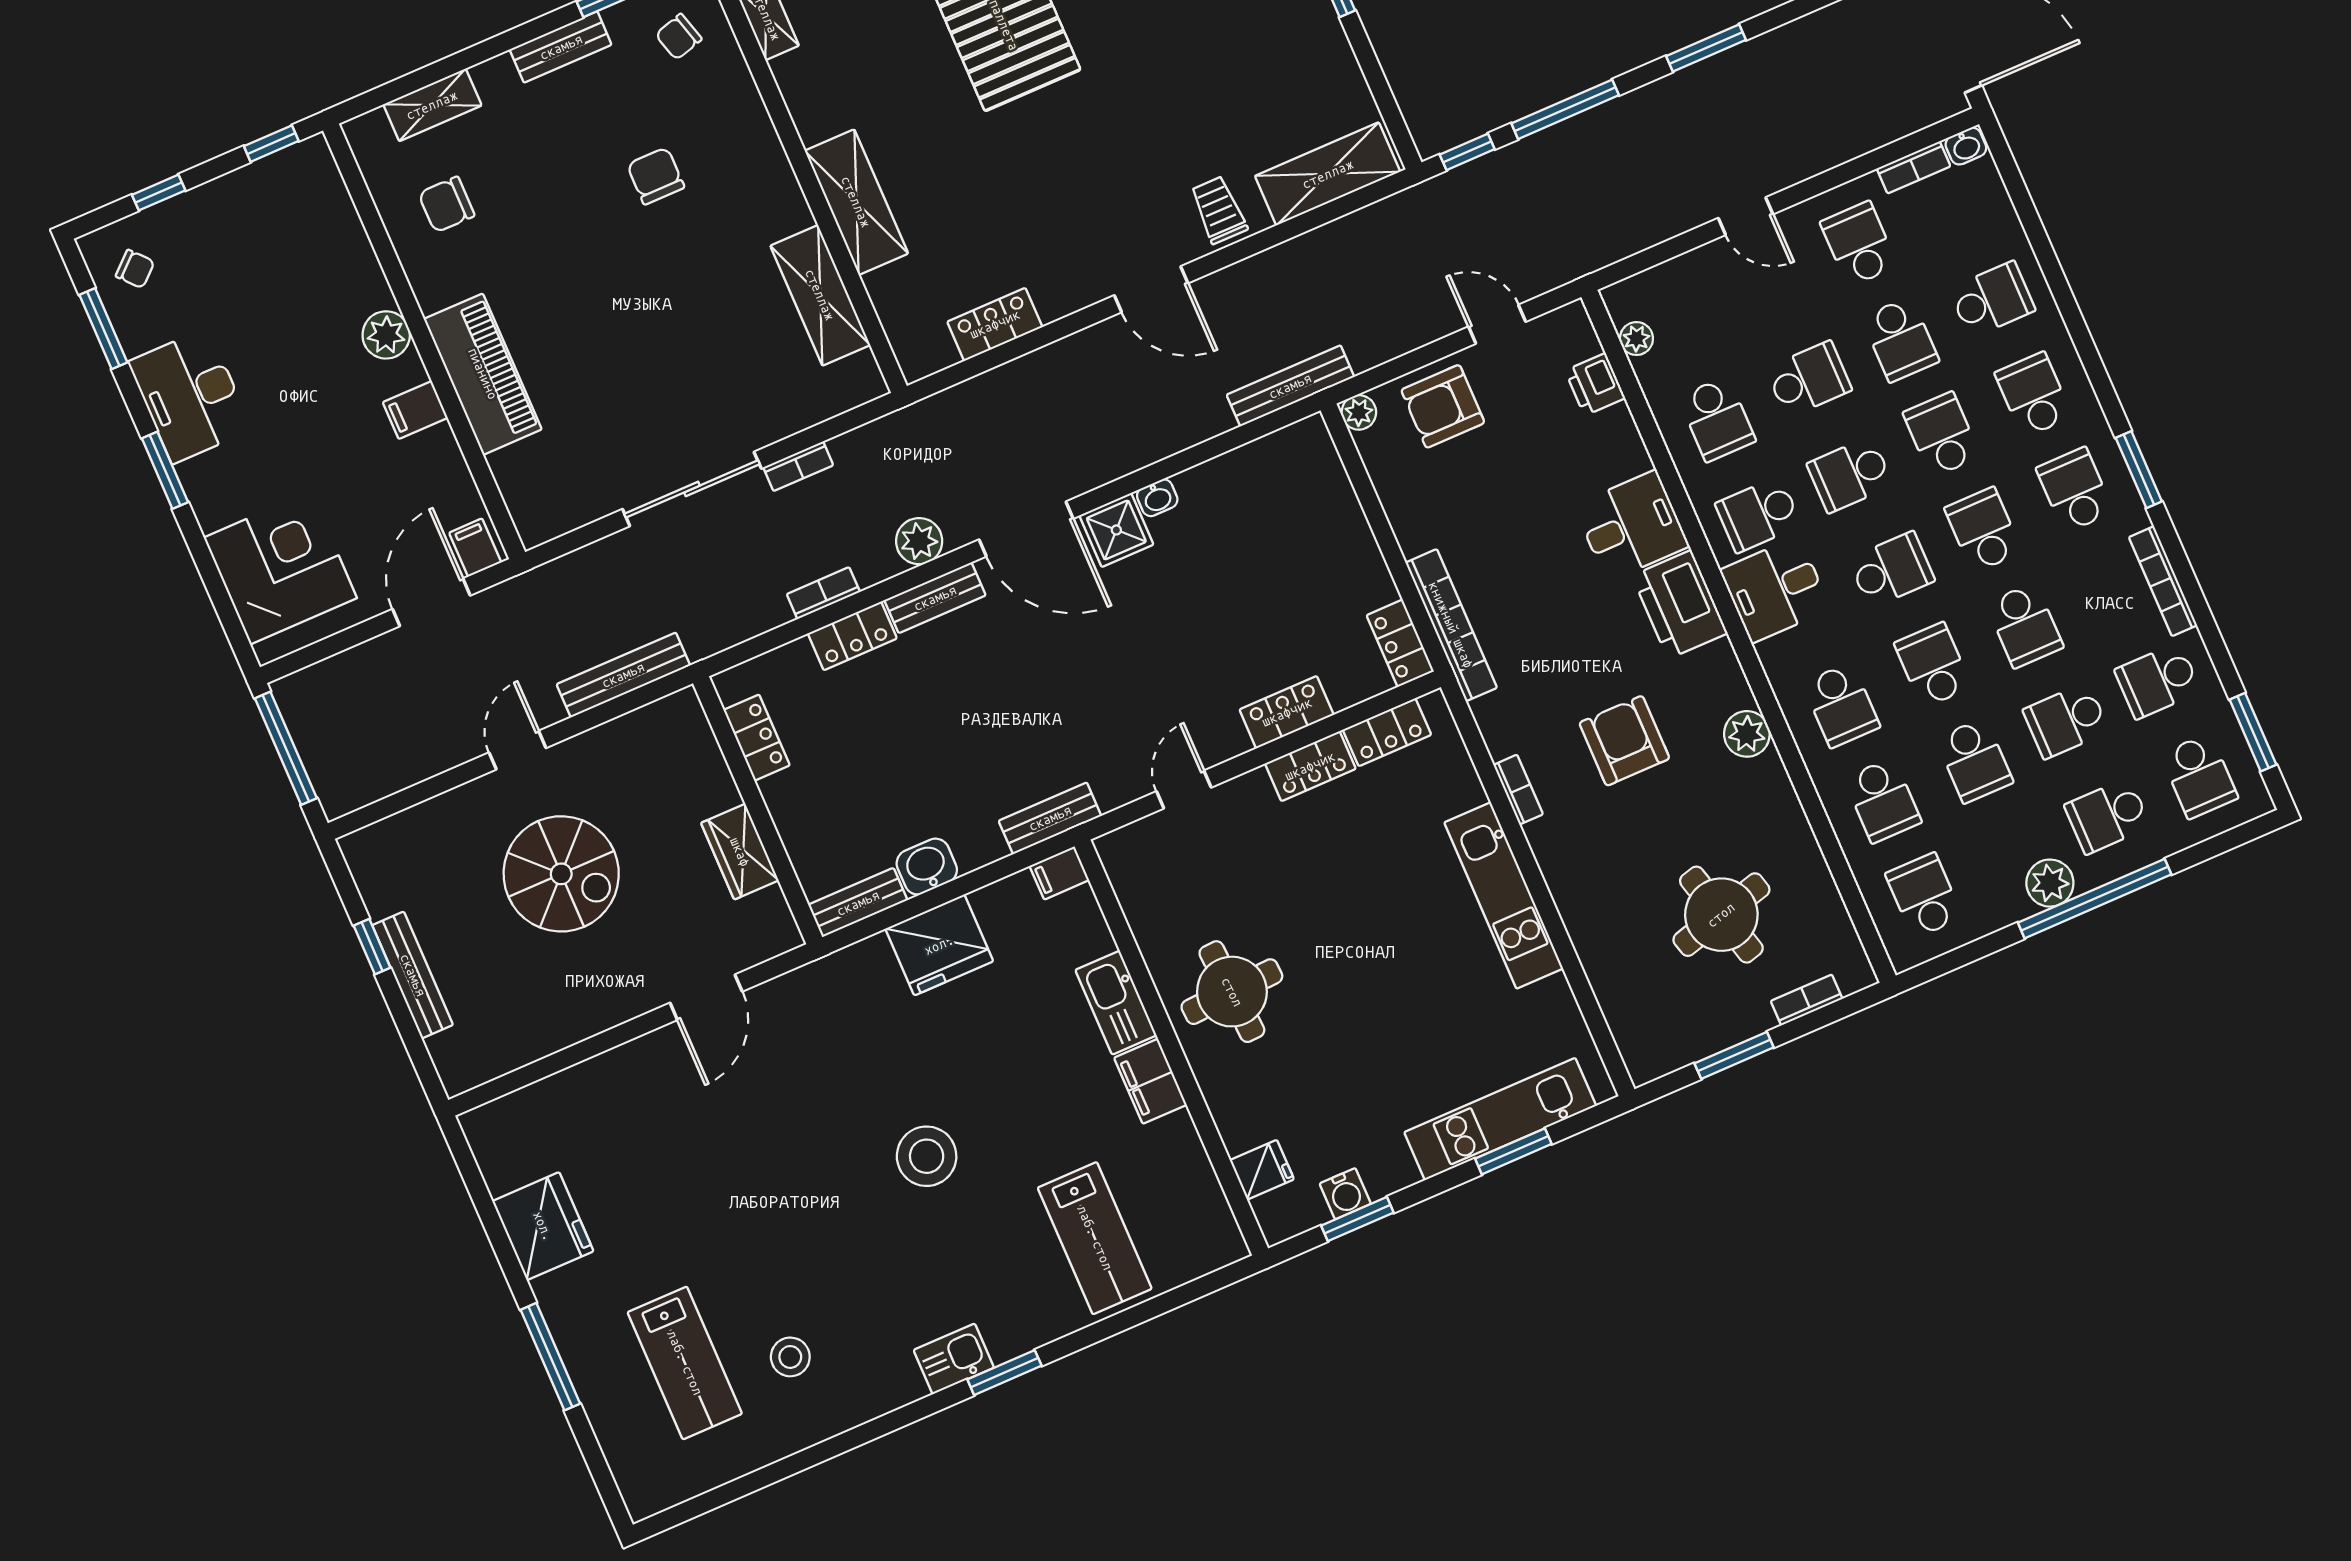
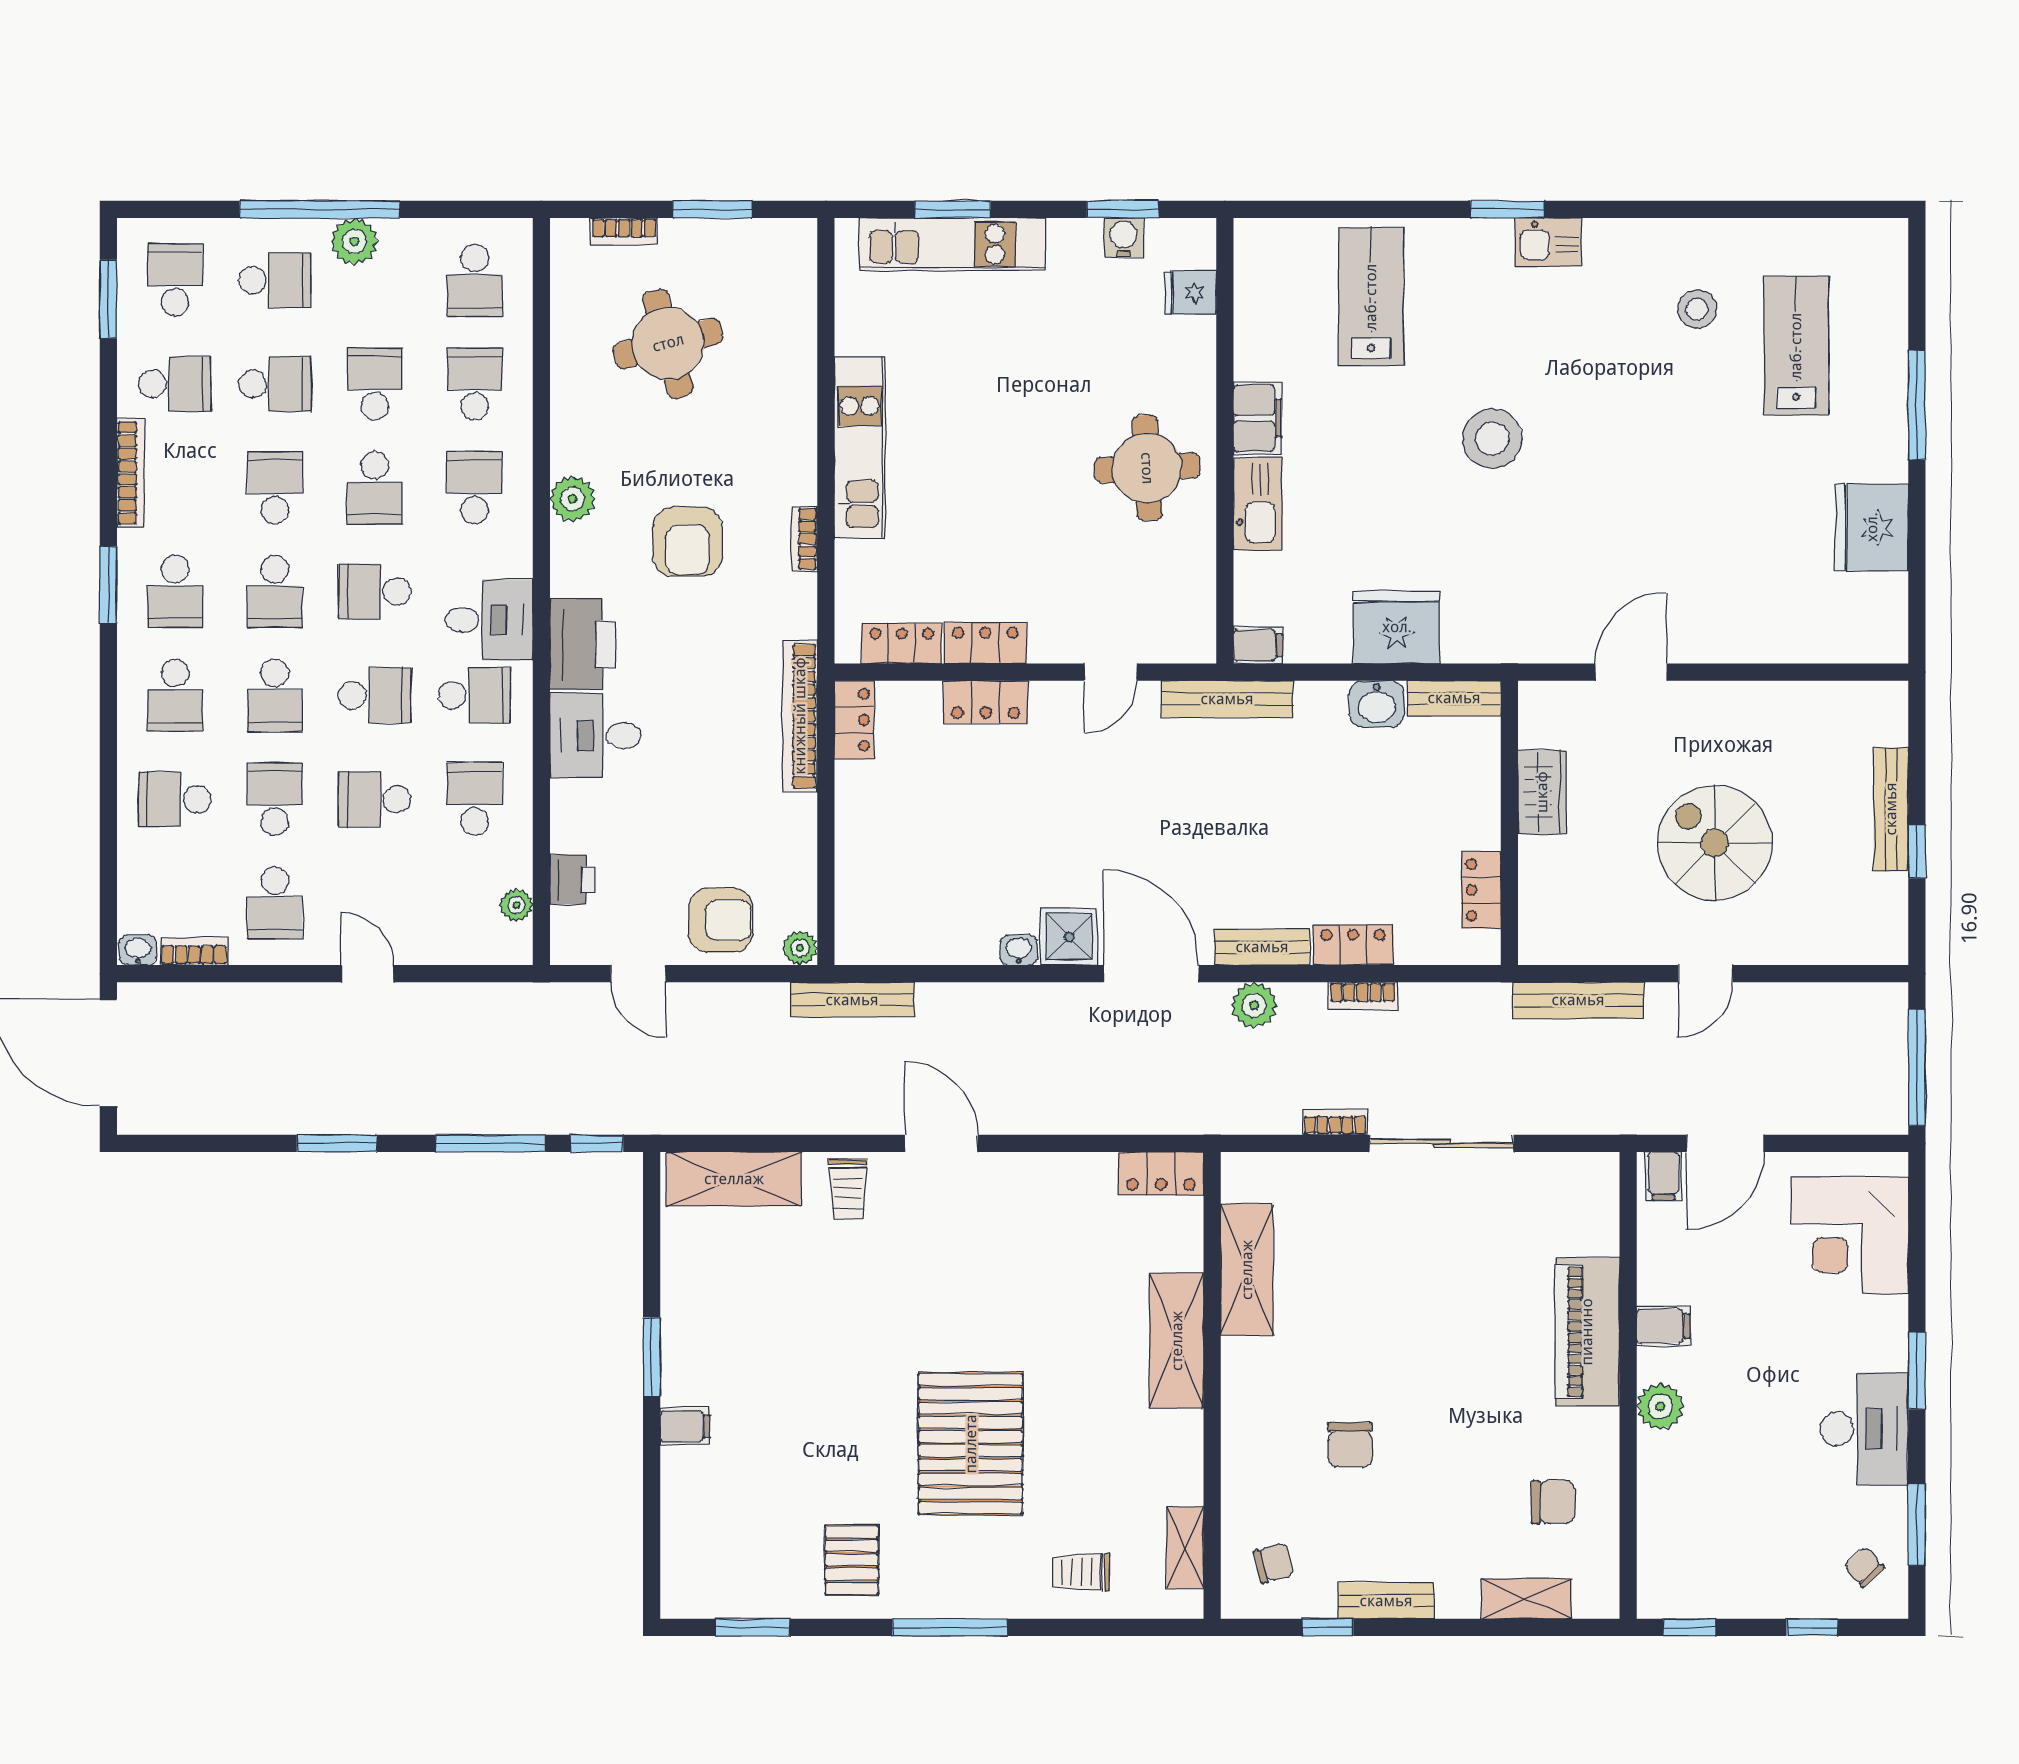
locker: (995, 324) -> (1161, 1174), moved
bench: (1050, 818) -> (1227, 699), width x1.36

